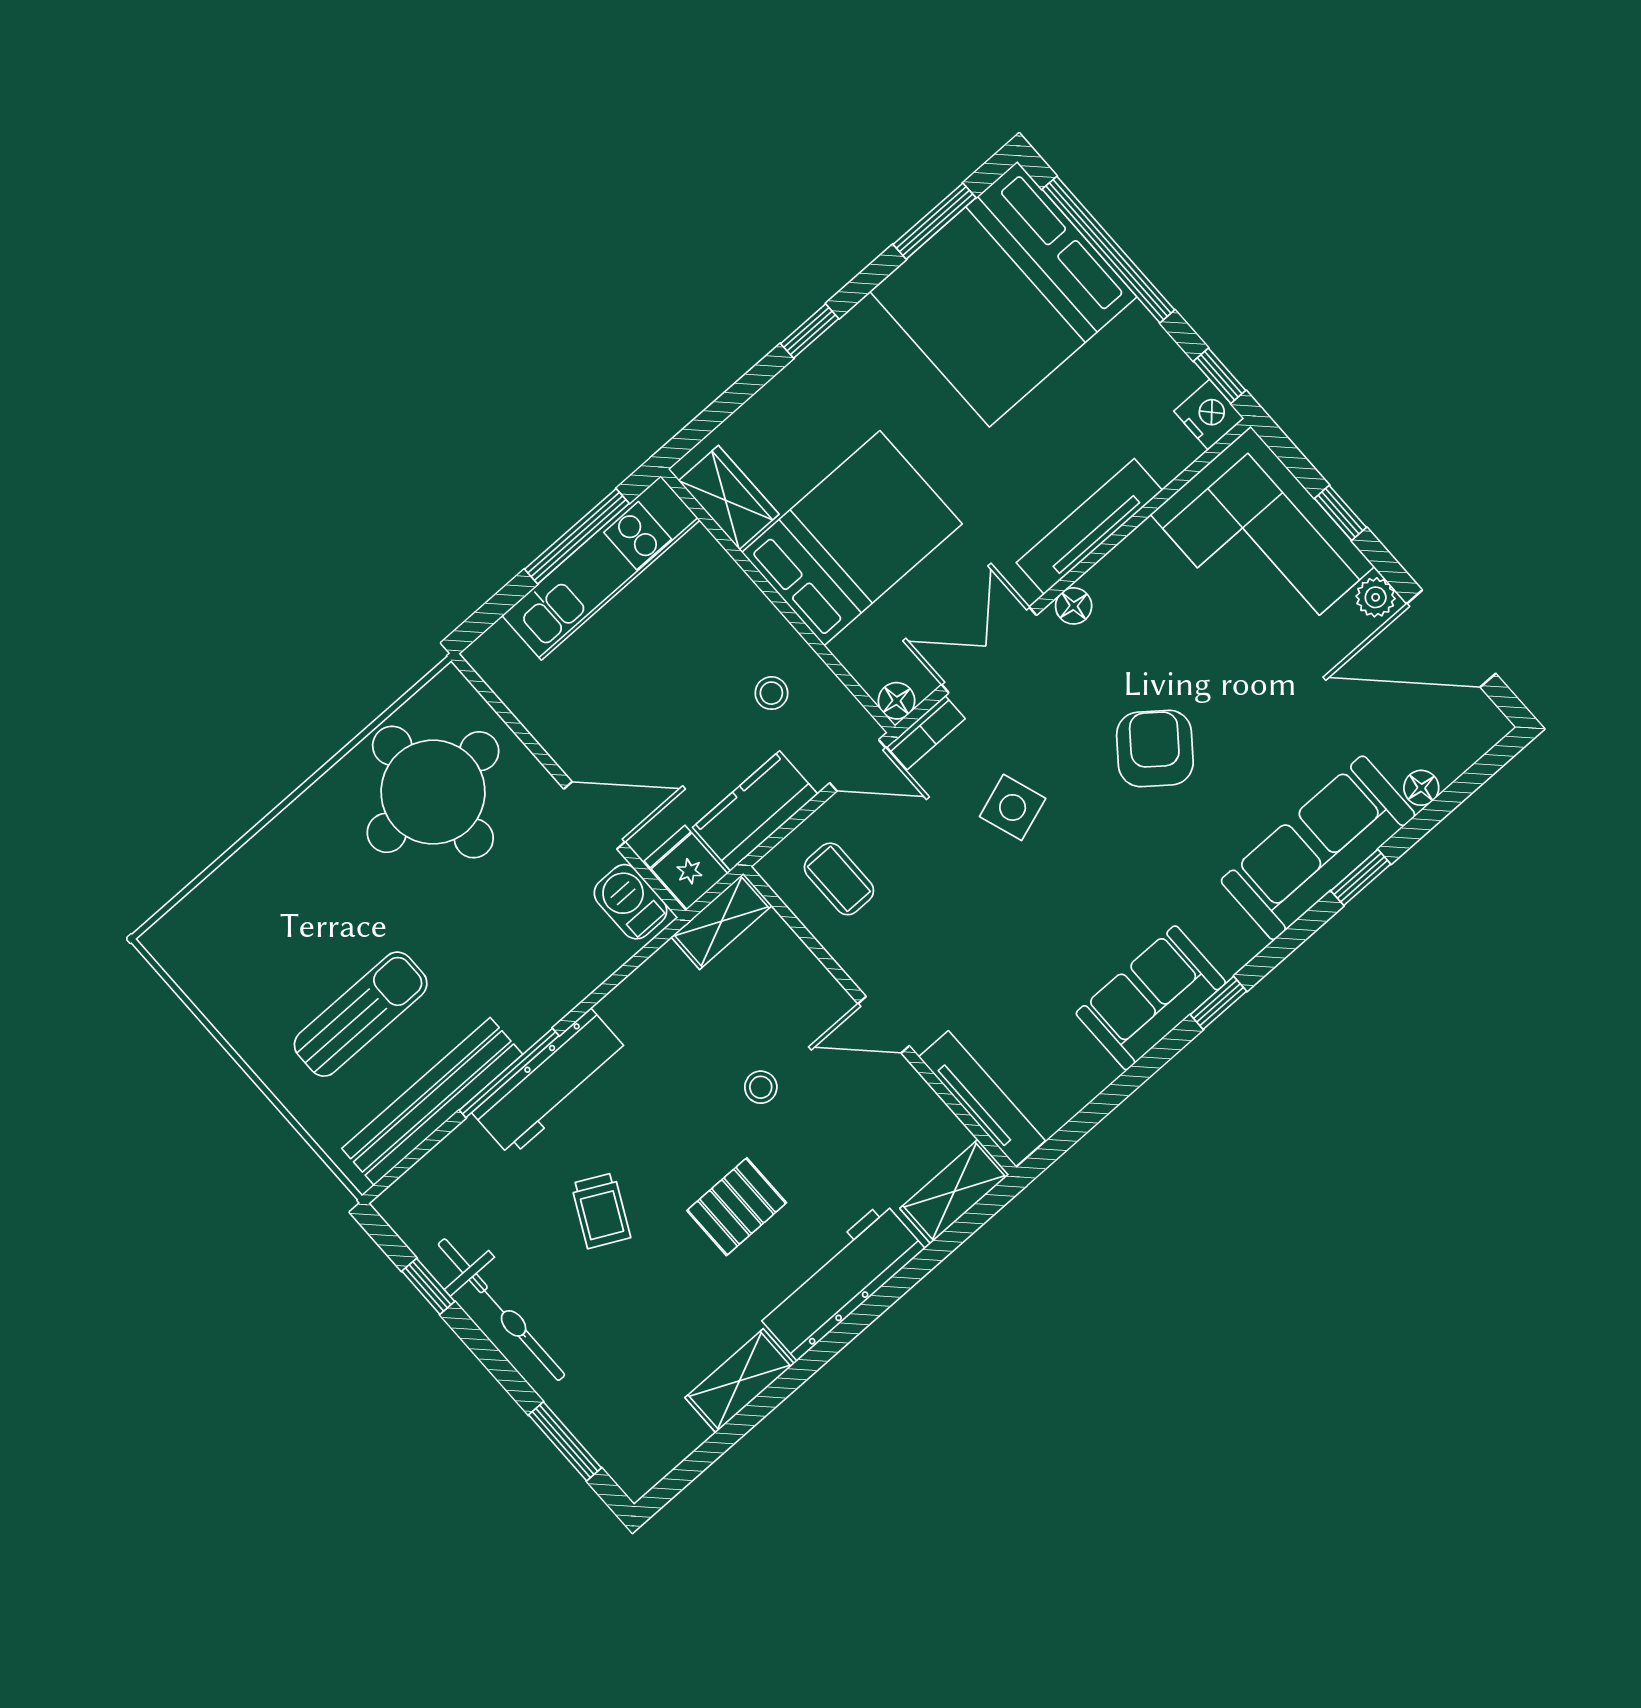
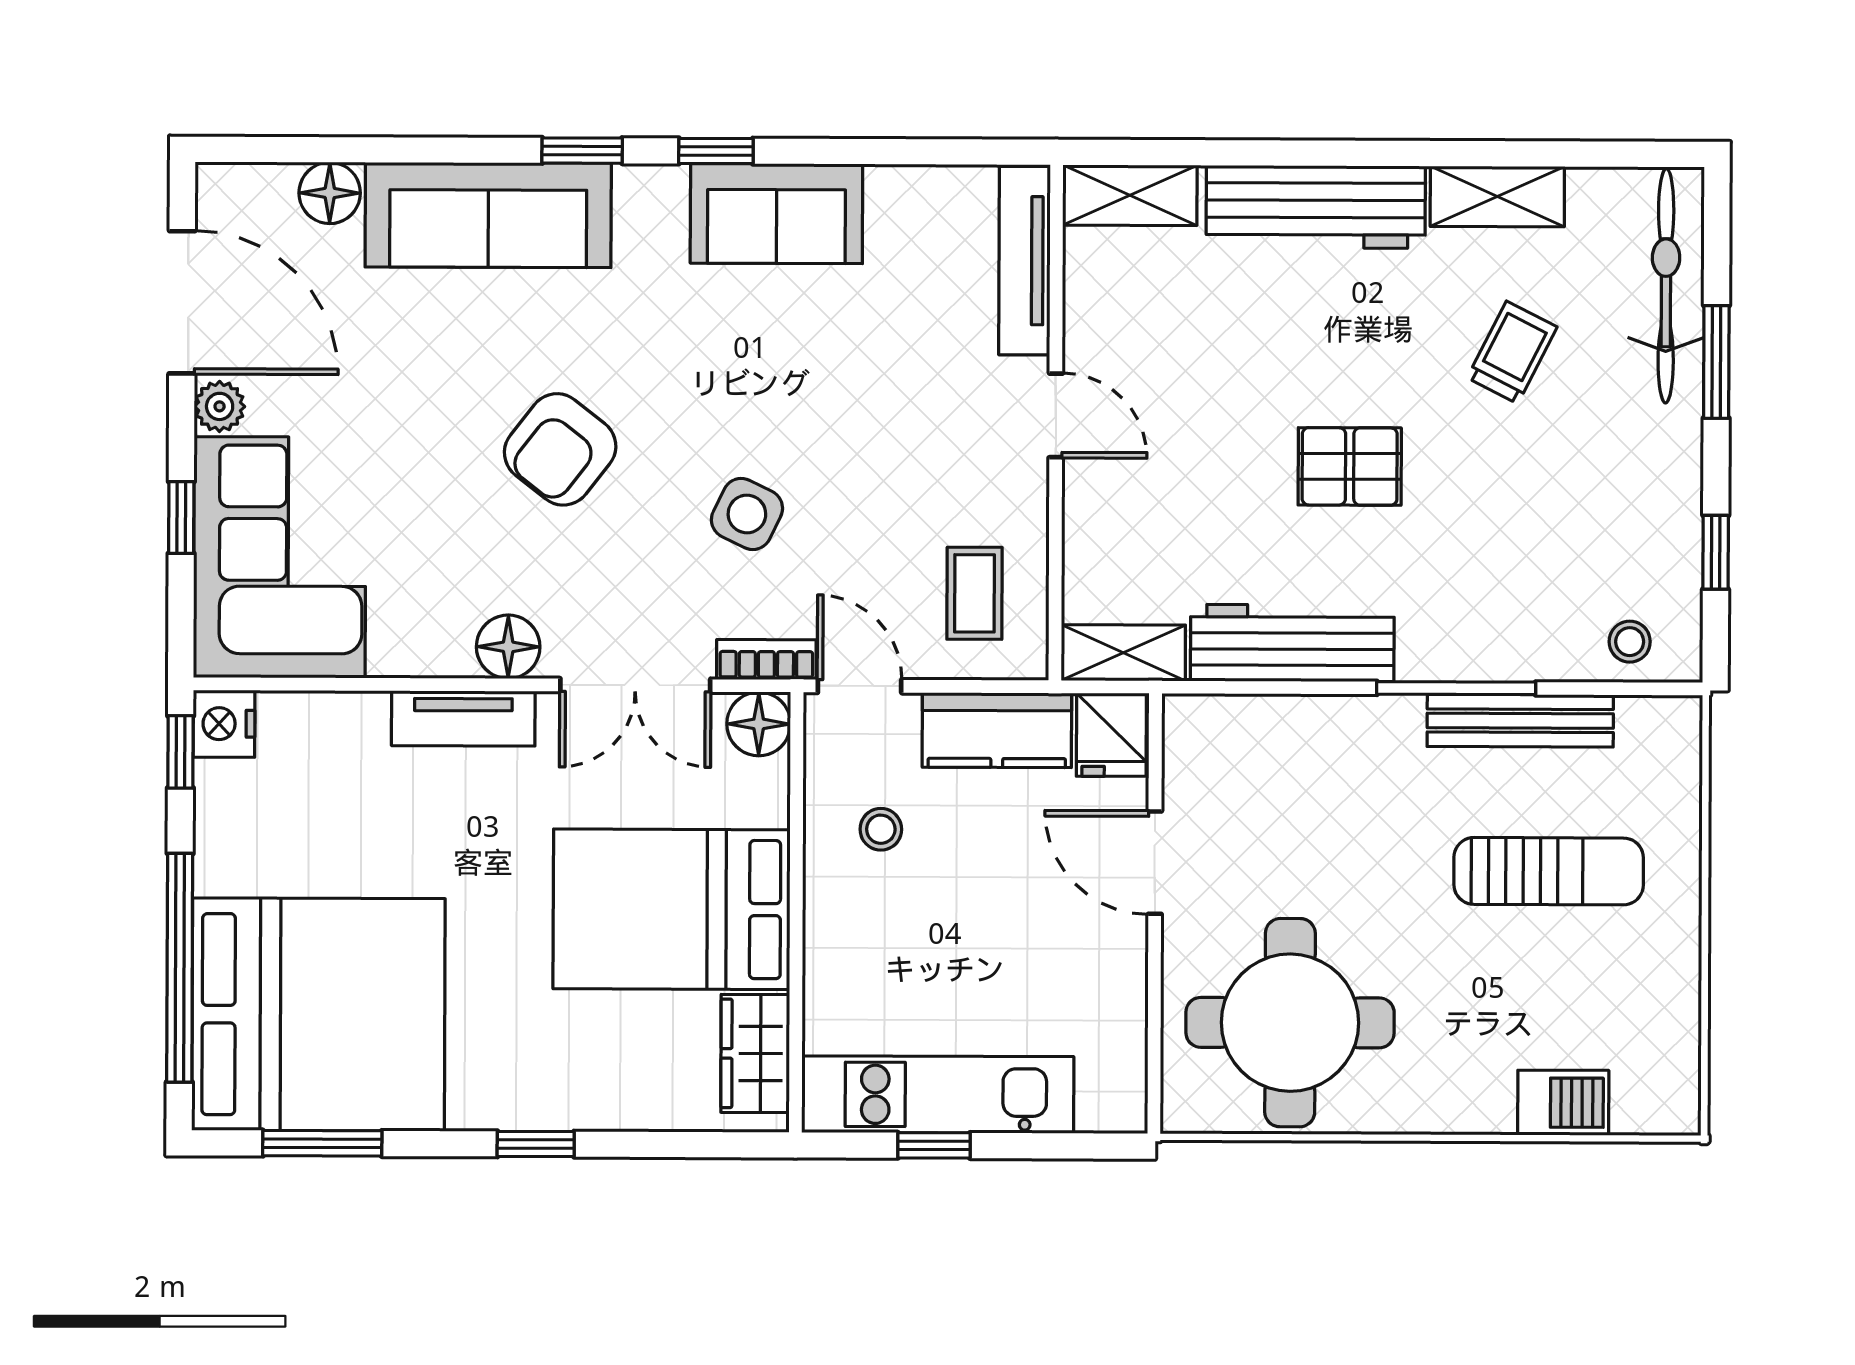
tv unit: (1089, 526) -> (463, 718), width x0.71
window: (577, 536) -> (934, 1145), width x0.46
floor lamp: (1074, 606) -> (508, 647), width x1.37, depth x1.37
floor lamp: (897, 701) -> (759, 724), width x1.37, depth x1.37
floor lamp: (1421, 788) -> (330, 193), width x1.37, depth x1.37
side table: (1013, 807) -> (747, 514), turned 45
window: (1361, 877) -> (582, 151), moved
barbecue: (631, 902) -> (1563, 1103), moved, turned -90
sun lounger: (361, 1014) -> (1549, 871), turned 180
workbench: (551, 1083) -> (1292, 643), moved
stool: (761, 1087) -> (1630, 642), moved
bench: (432, 1101) -> (1520, 721), width x0.73, depth x0.82
pallet: (737, 1207) -> (1350, 466), moved
trolley: (601, 1211) -> (1512, 352), moved
bicycle: (501, 1310) -> (1666, 286), moved
window: (565, 1441) -> (1716, 362), moved

